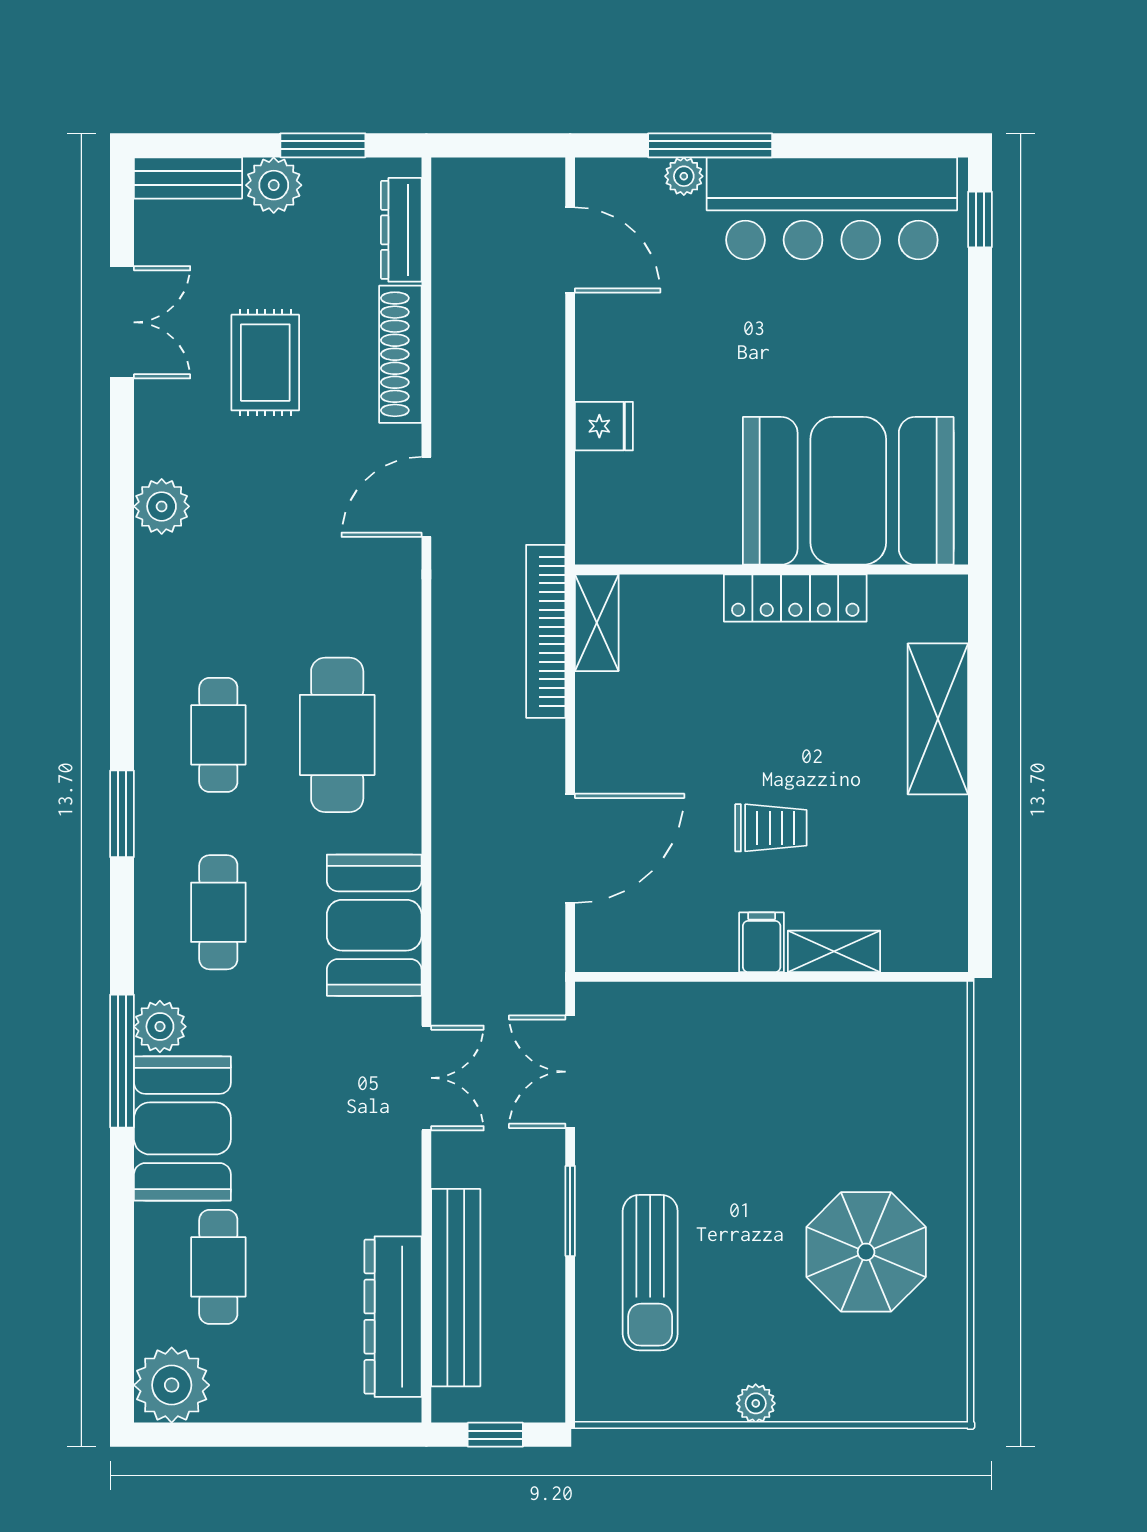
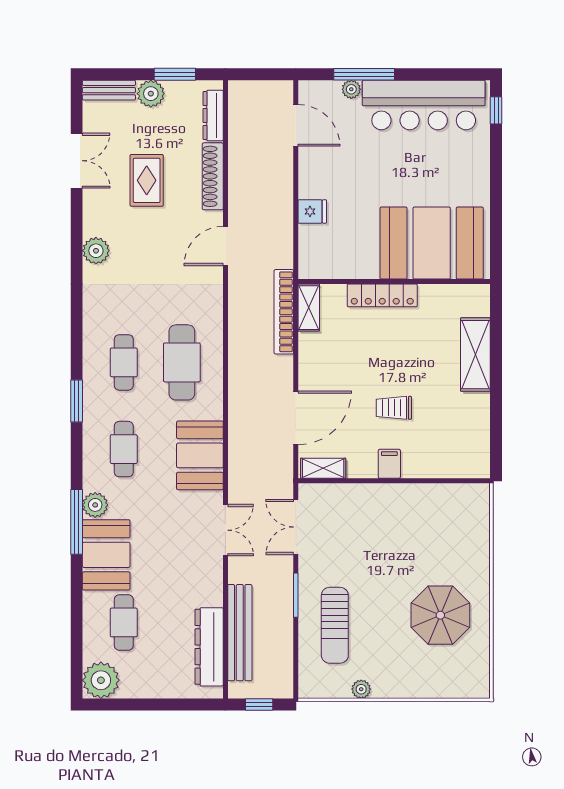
locker: (795, 598) -> (382, 295), moved
trolley: (771, 828) -> (394, 408), turned 180
shelving: (834, 951) -> (323, 468), moved
plant: (756, 1403) -> (361, 689), moved

